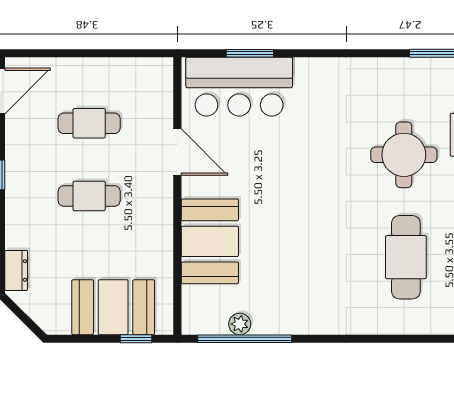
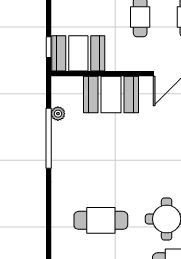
booth: (113, 307) -> (78, 53), moved, turned 90
window: (245, 339) -> (49, 138), moved

